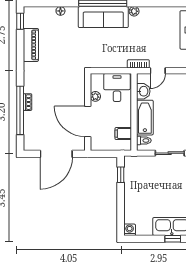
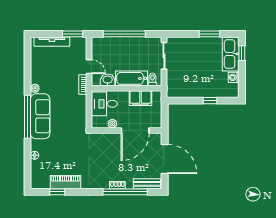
window: (20, 21) -> (57, 192), moved
bench: (29, 134) -> (147, 184), added
filing cabinet: (123, 134) -> (141, 98), width x2.00
window: (121, 175) -> (210, 101), moved
washing machine: (130, 230) -> (234, 77), moved

